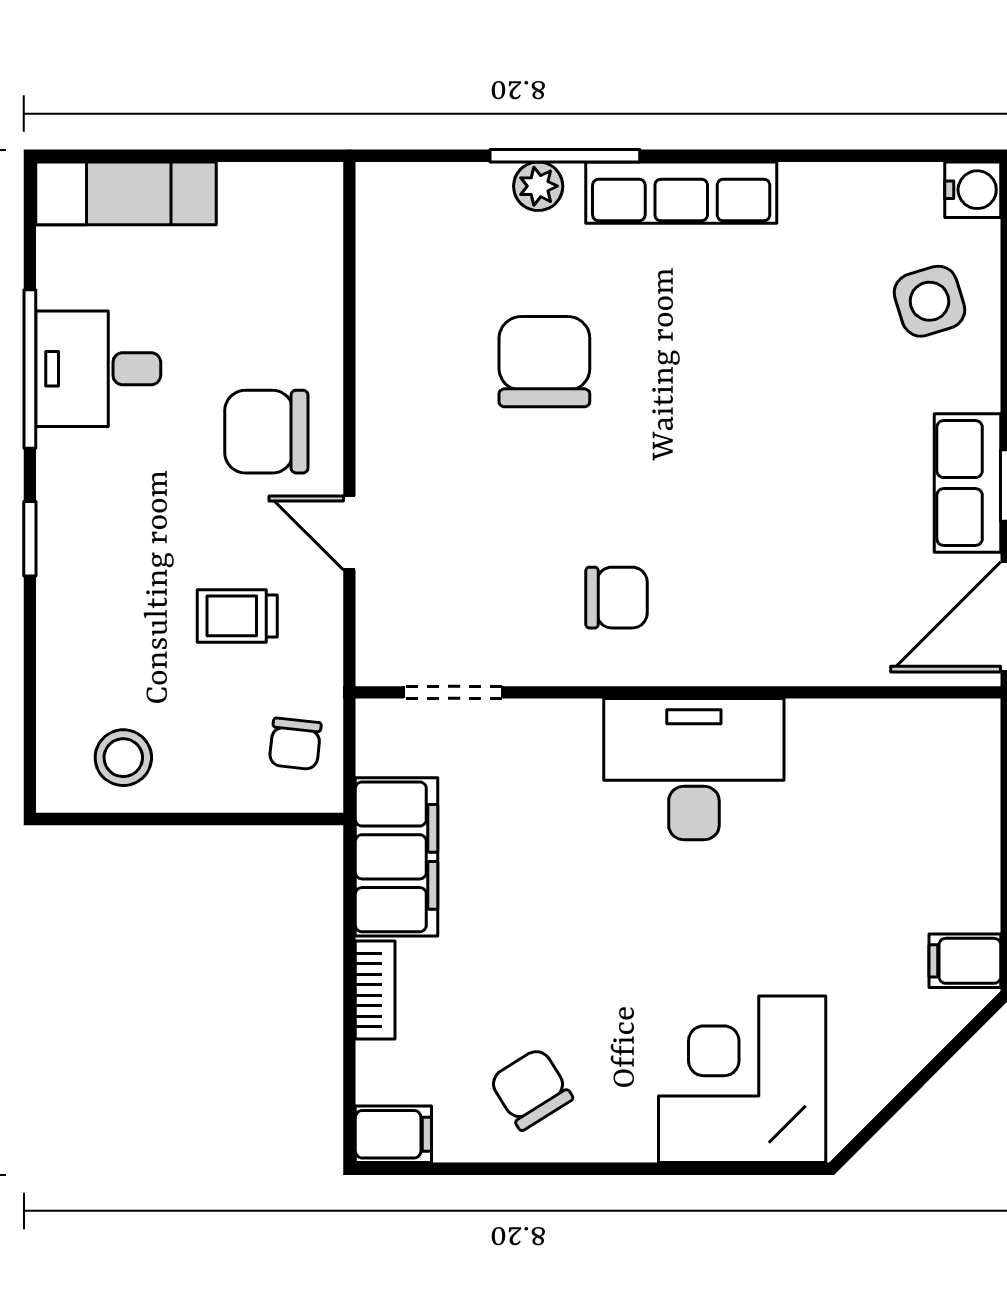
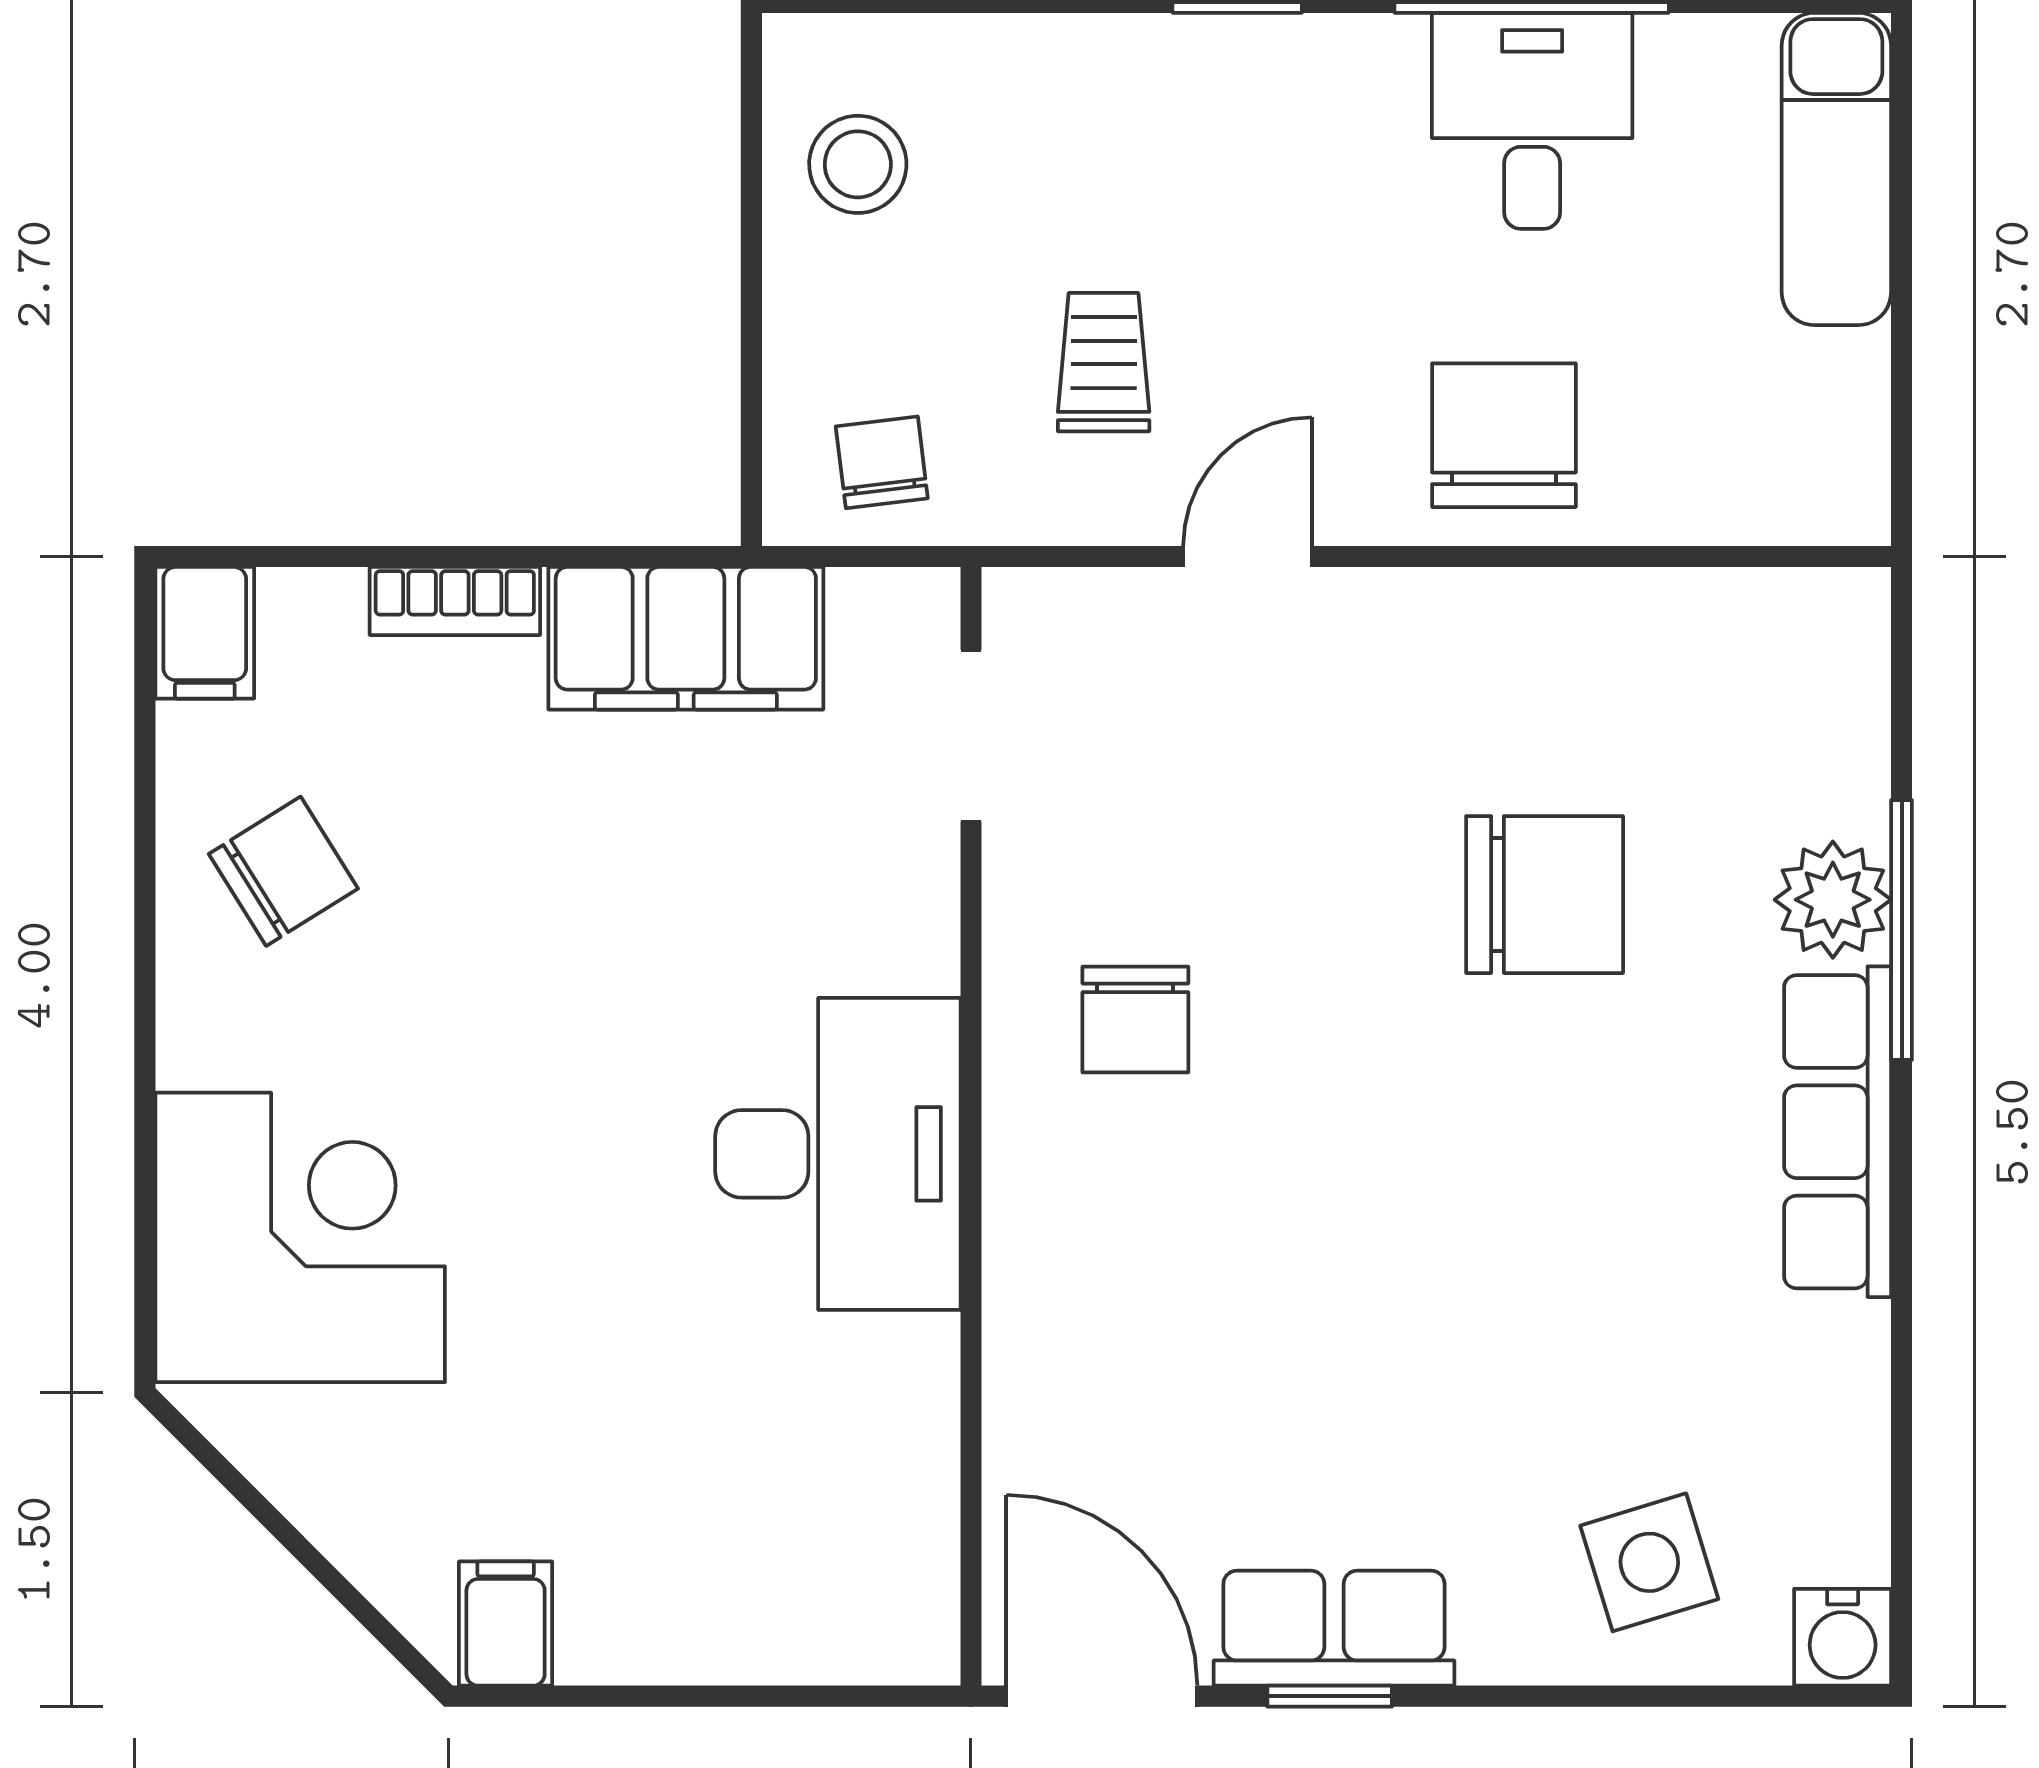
plant: (538, 186) -> (1833, 900), width x1.38, depth x1.38
chair: (266, 432) -> (1504, 435), moved
chair: (295, 744) -> (882, 462), turned 77

